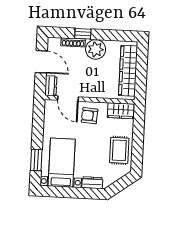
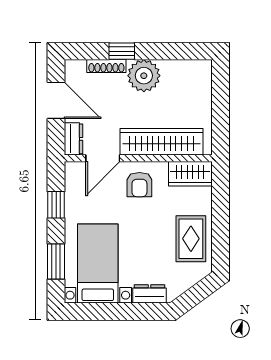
wardrobe: (128, 71) -> (161, 142), moved, turned 90
door: (68, 99) -> (103, 158), hinge flipped
armchair: (90, 116) -> (139, 185), turned -94
window: (38, 125) -> (56, 205), added

